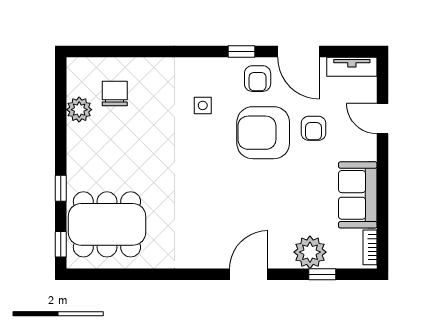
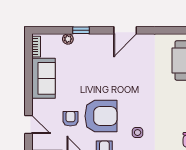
plant: (310, 252) -> (68, 39), width x0.53, depth x0.53
door: (249, 274) -> (125, 30), moved
window: (322, 274) -> (81, 30), moved

